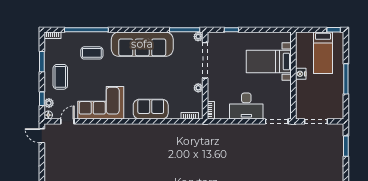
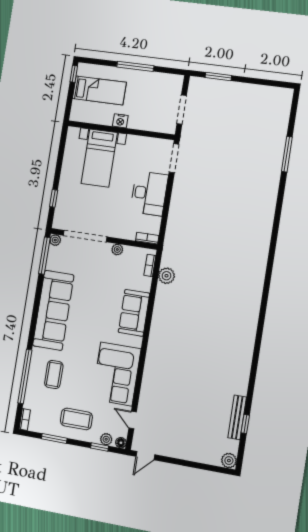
plant: (184, 130) -> (166, 276), added

